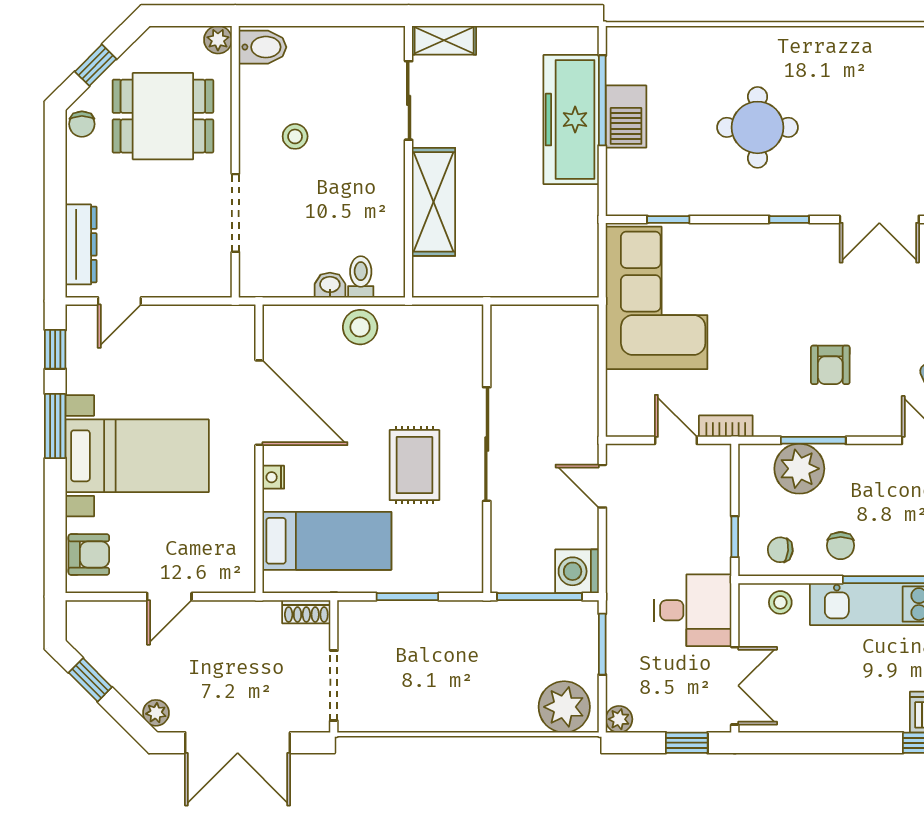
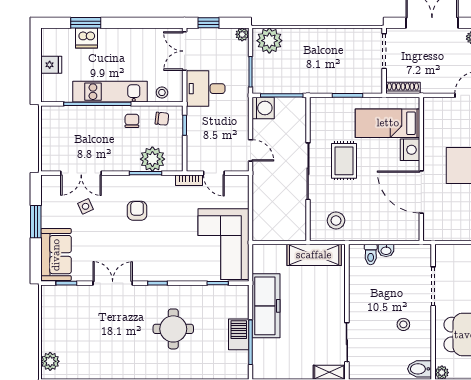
freezer: (571, 120) -> (266, 306), moved
shelving: (434, 202) -> (314, 255), moved, turned 90
stool: (360, 327) -> (336, 220), moved
nightstand: (273, 477) -> (410, 150), width x1.89, depth x1.79
shoe rack: (306, 612) -> (403, 88), width x1.43

